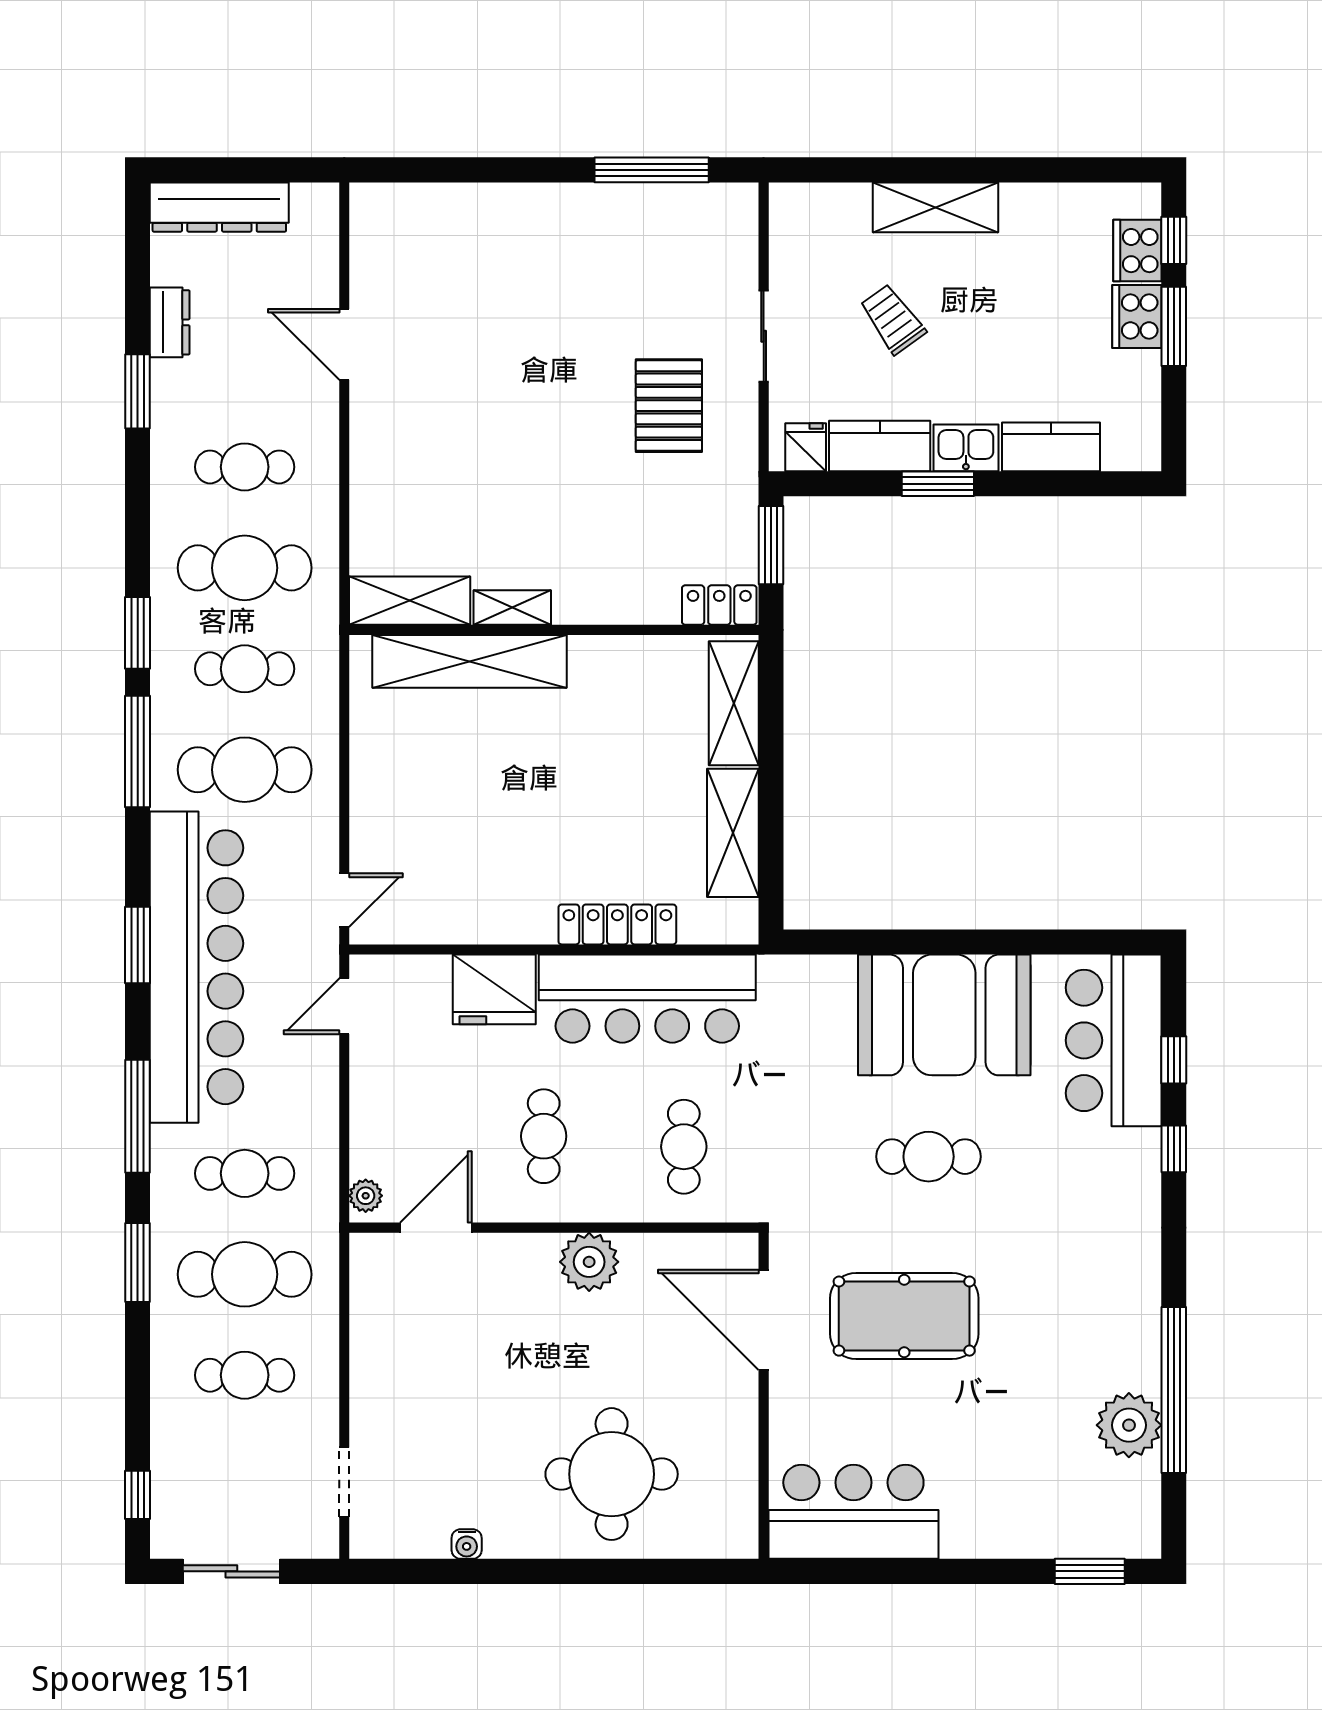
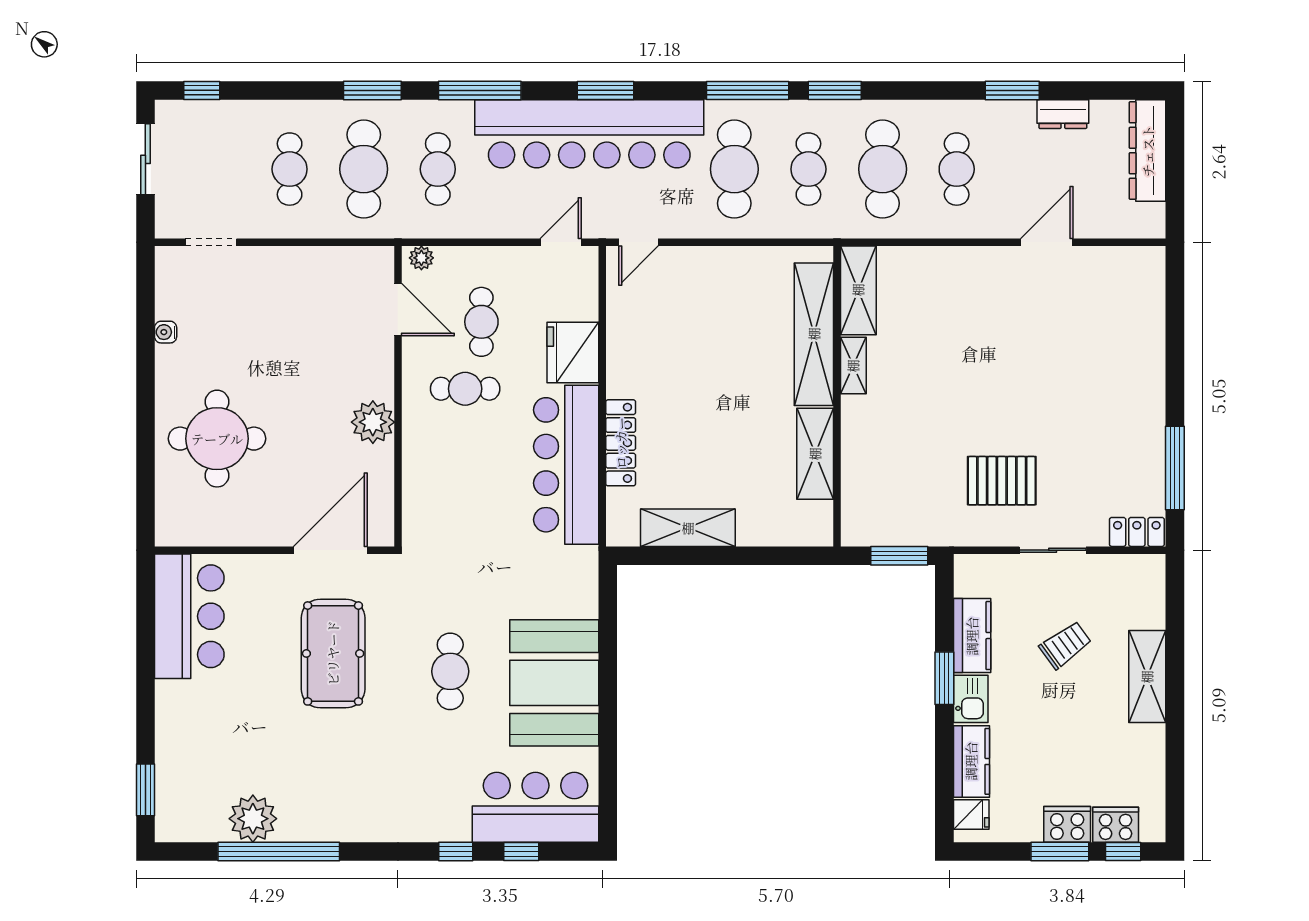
fridge: (806, 447) -> (971, 815), moved
locker: (719, 605) -> (1137, 532), moved, turned -90
shelving: (734, 703) -> (815, 454), moved, turned 90
door: (344, 900) -> (638, 242), hinge flipped
door: (344, 1006) -> (561, 242), hinge flipped
cafe table: (684, 1147) -> (481, 322), moved, turned 90

